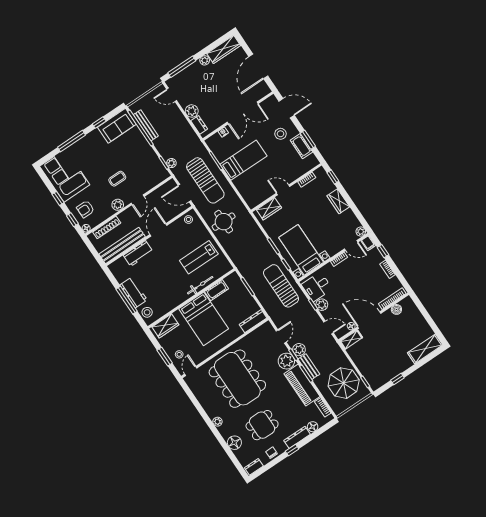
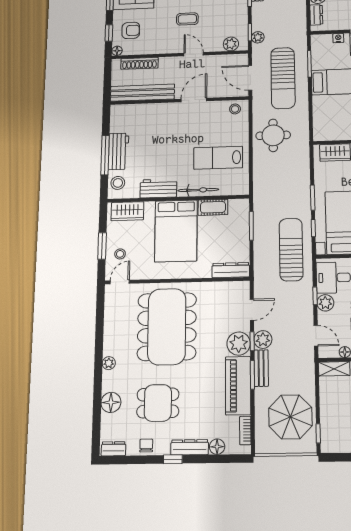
door: (138, 200) -> (194, 54), swing flipped
plant: (118, 205) -> (231, 44), moved
armchair: (86, 209) -> (131, 30), turned 180
workbench: (138, 253) -> (158, 188), moved, turned 180

